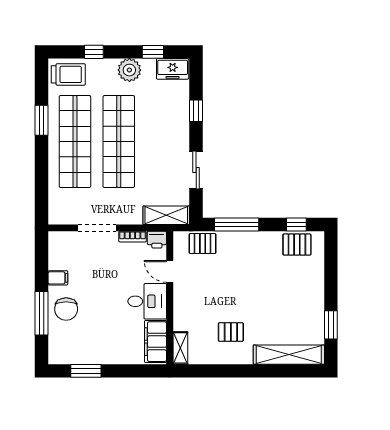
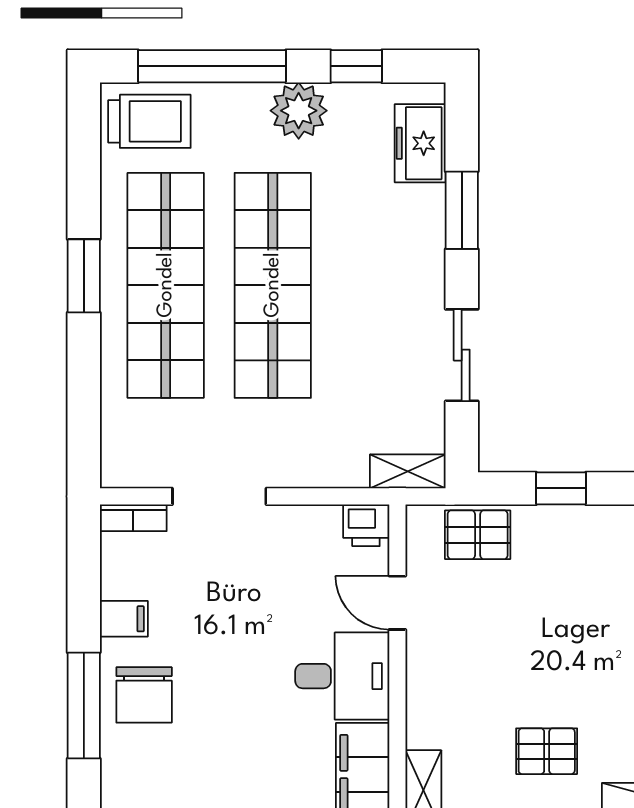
window: (94, 52) -> (212, 66), width x3.17
freezer: (173, 69) -> (420, 143), moved, turned 90
window: (196, 111) -> (462, 210), width x1.50
window: (41, 120) -> (84, 276), moved
shelving: (166, 215) -> (408, 471), width x0.67, depth x0.75
window: (237, 225) -> (561, 488), width x0.46
bookcase: (133, 237) -> (133, 518), moved

